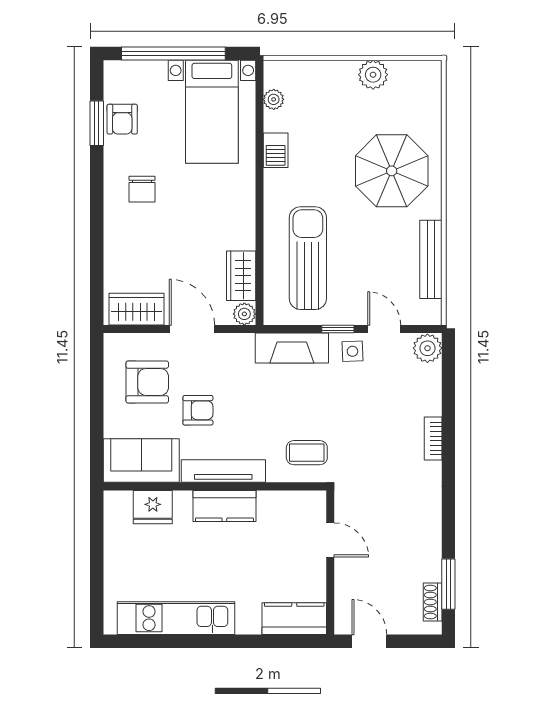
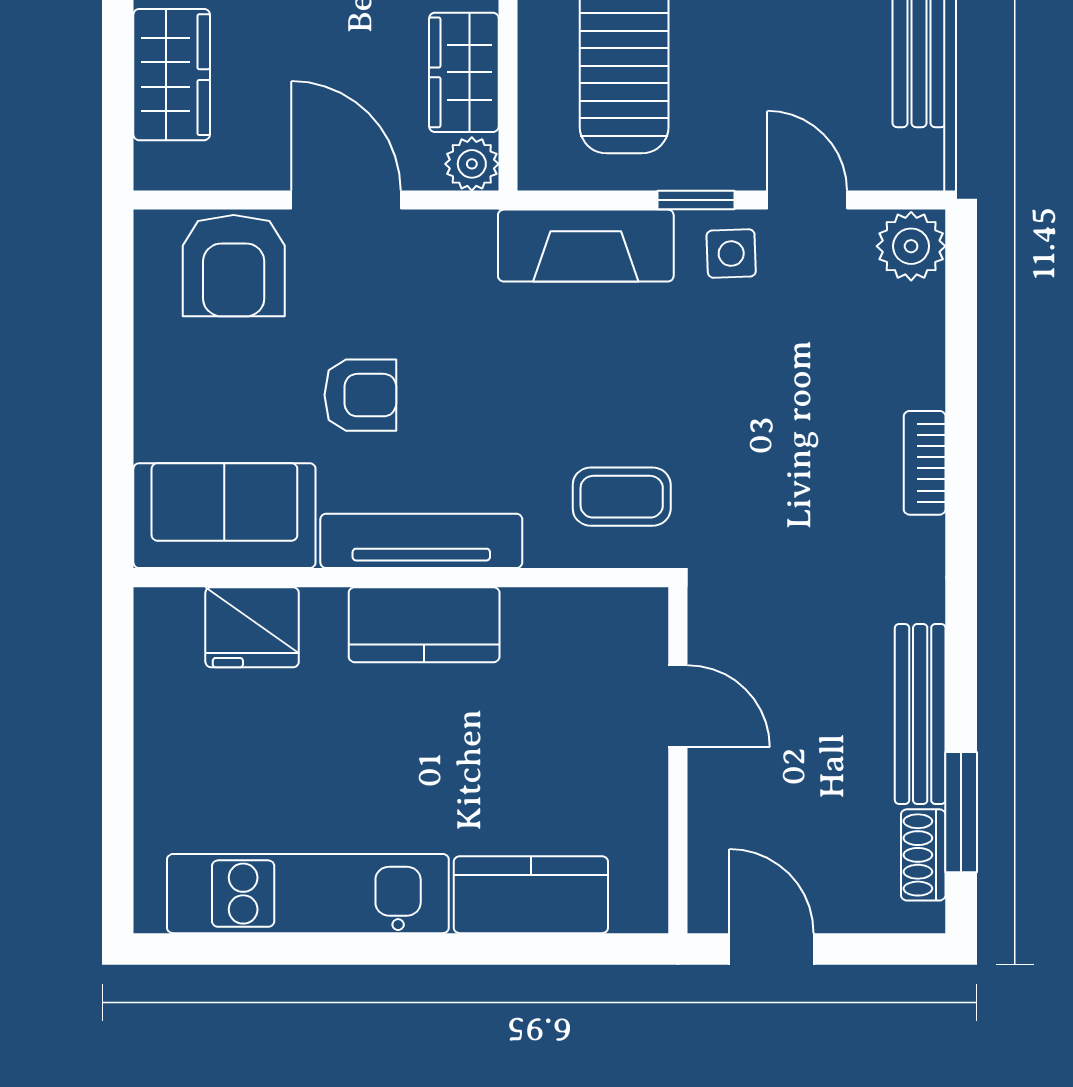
wardrobe: (136, 309) -> (172, 75), moved, turned 90
armchair: (147, 382) -> (234, 266), moved, turned 90
bench: (431, 543) -> (920, 714), added
kitchen counter: (294, 619) -> (531, 895), moved

